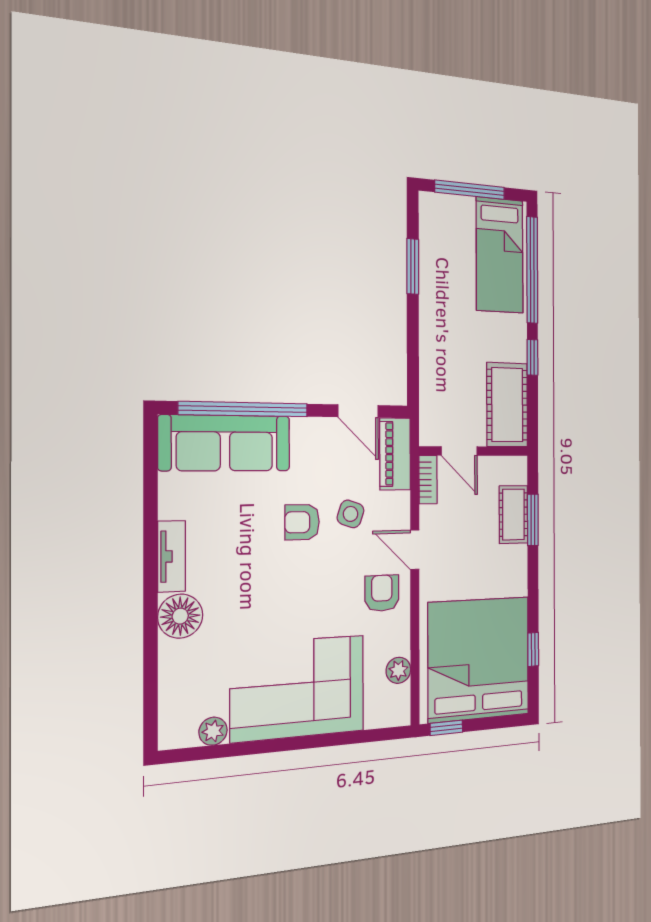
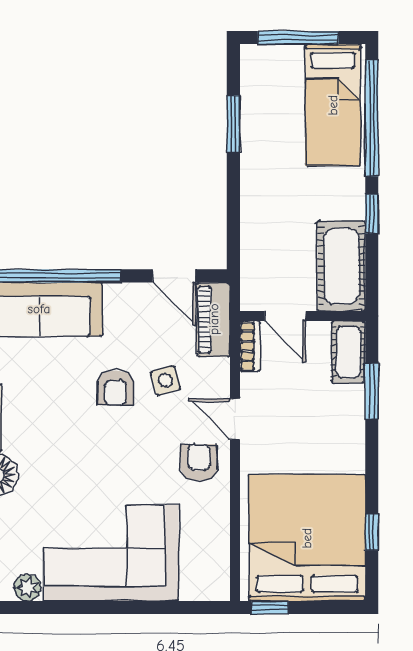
side table: (351, 514) -> (166, 380), turned -36
cot: (513, 515) -> (348, 352), moved
armchair: (302, 522) -> (115, 388), turned -90
plant: (398, 670) -> (217, 543), removed

